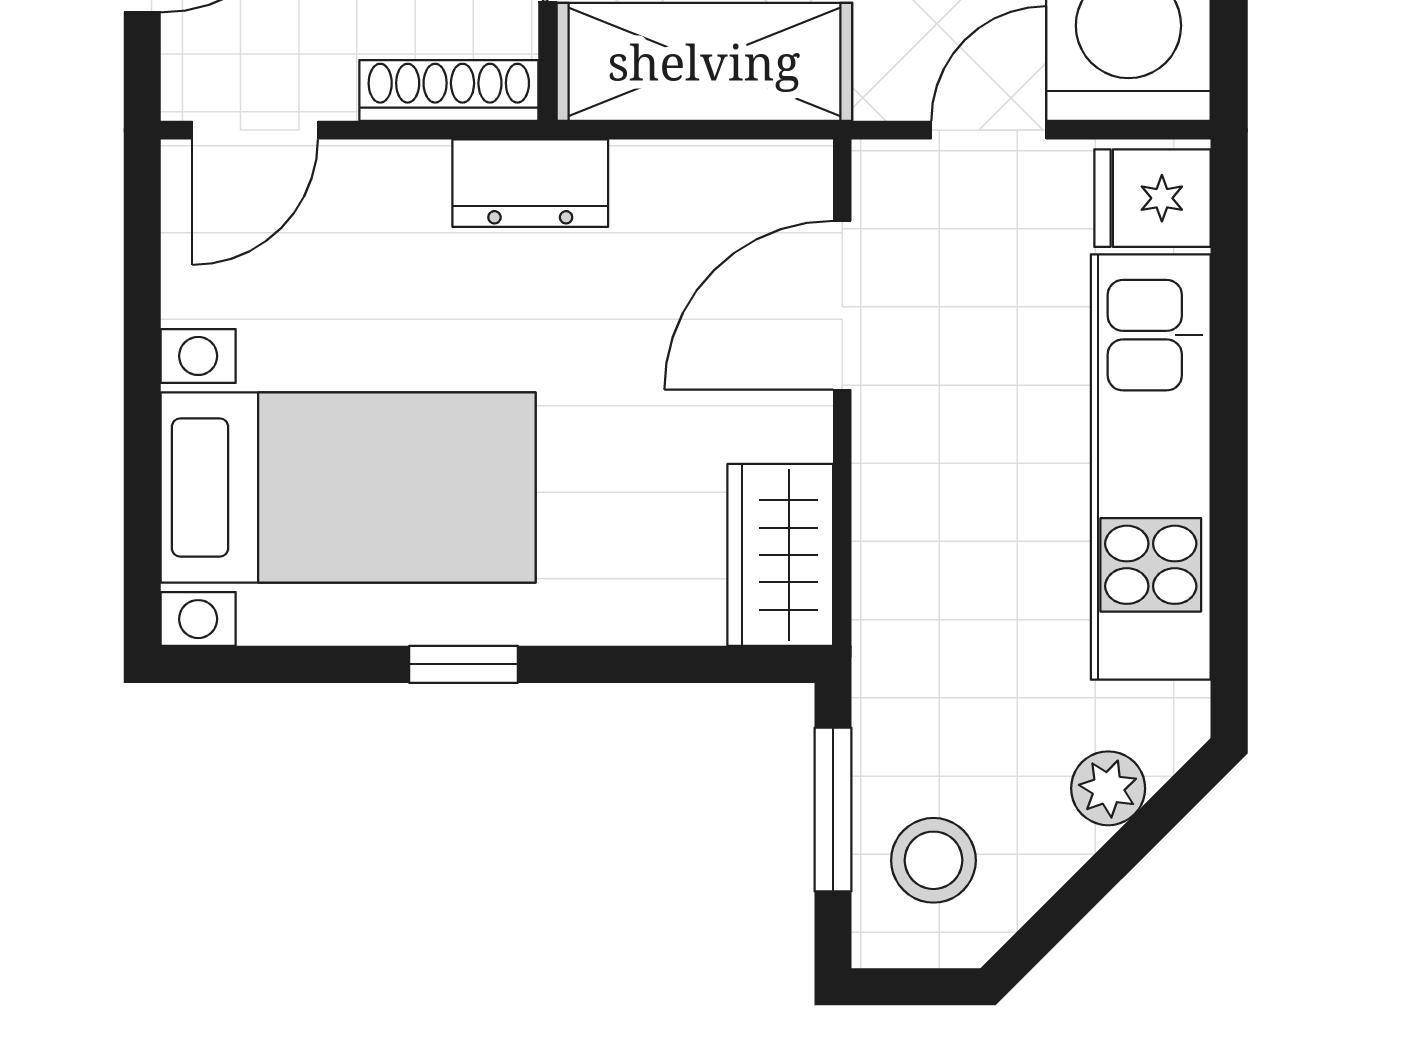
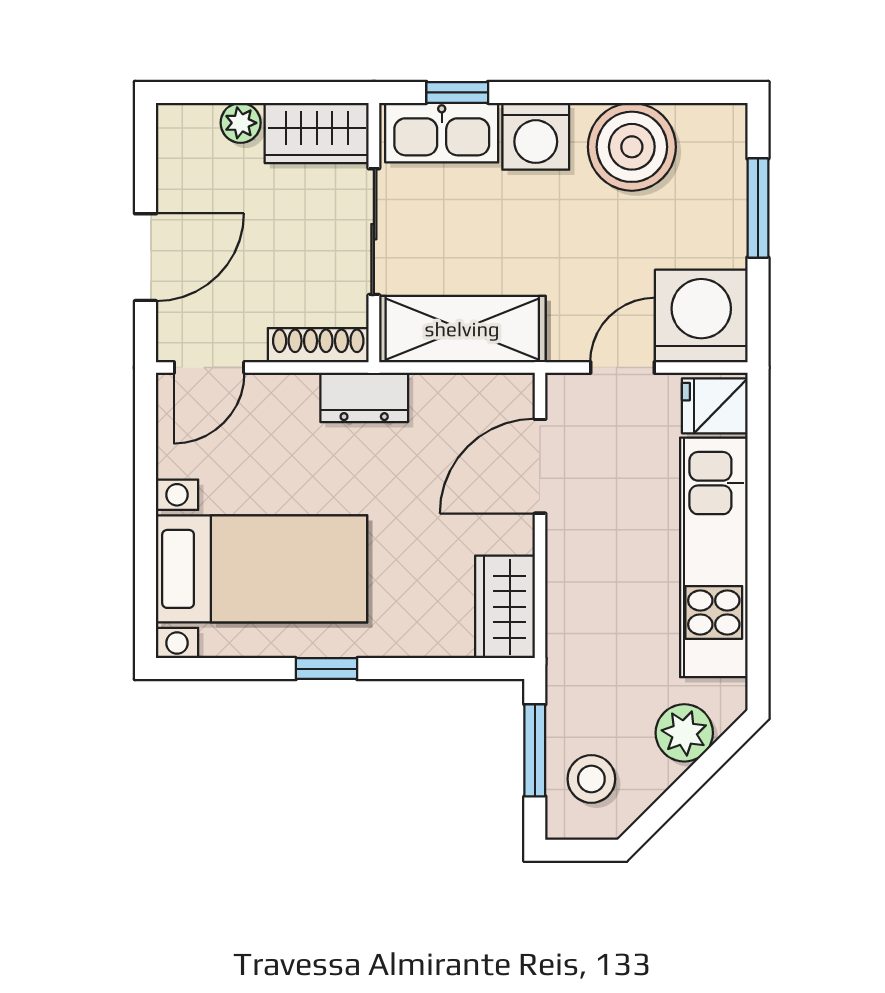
plant: (1108, 788) -> (684, 733), width x1.38, depth x1.38

